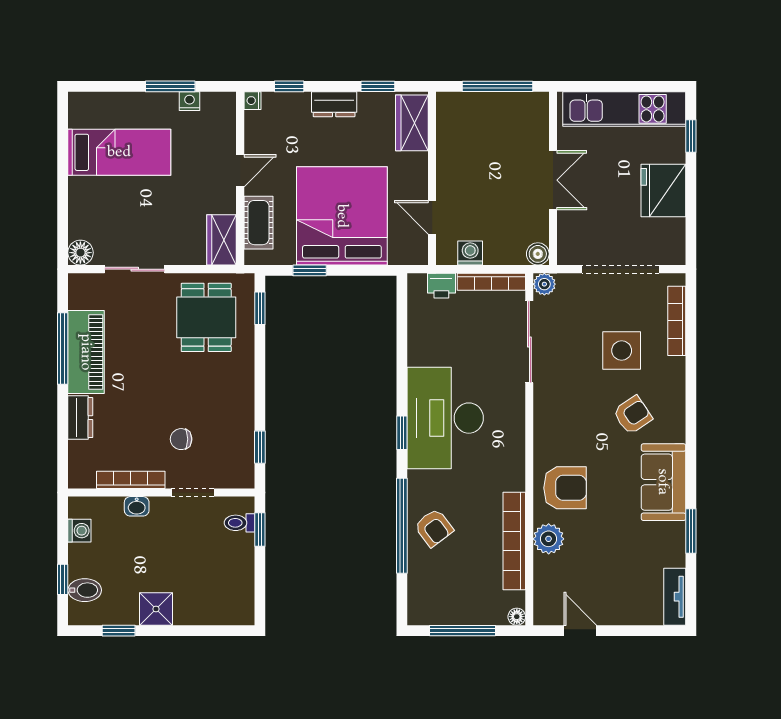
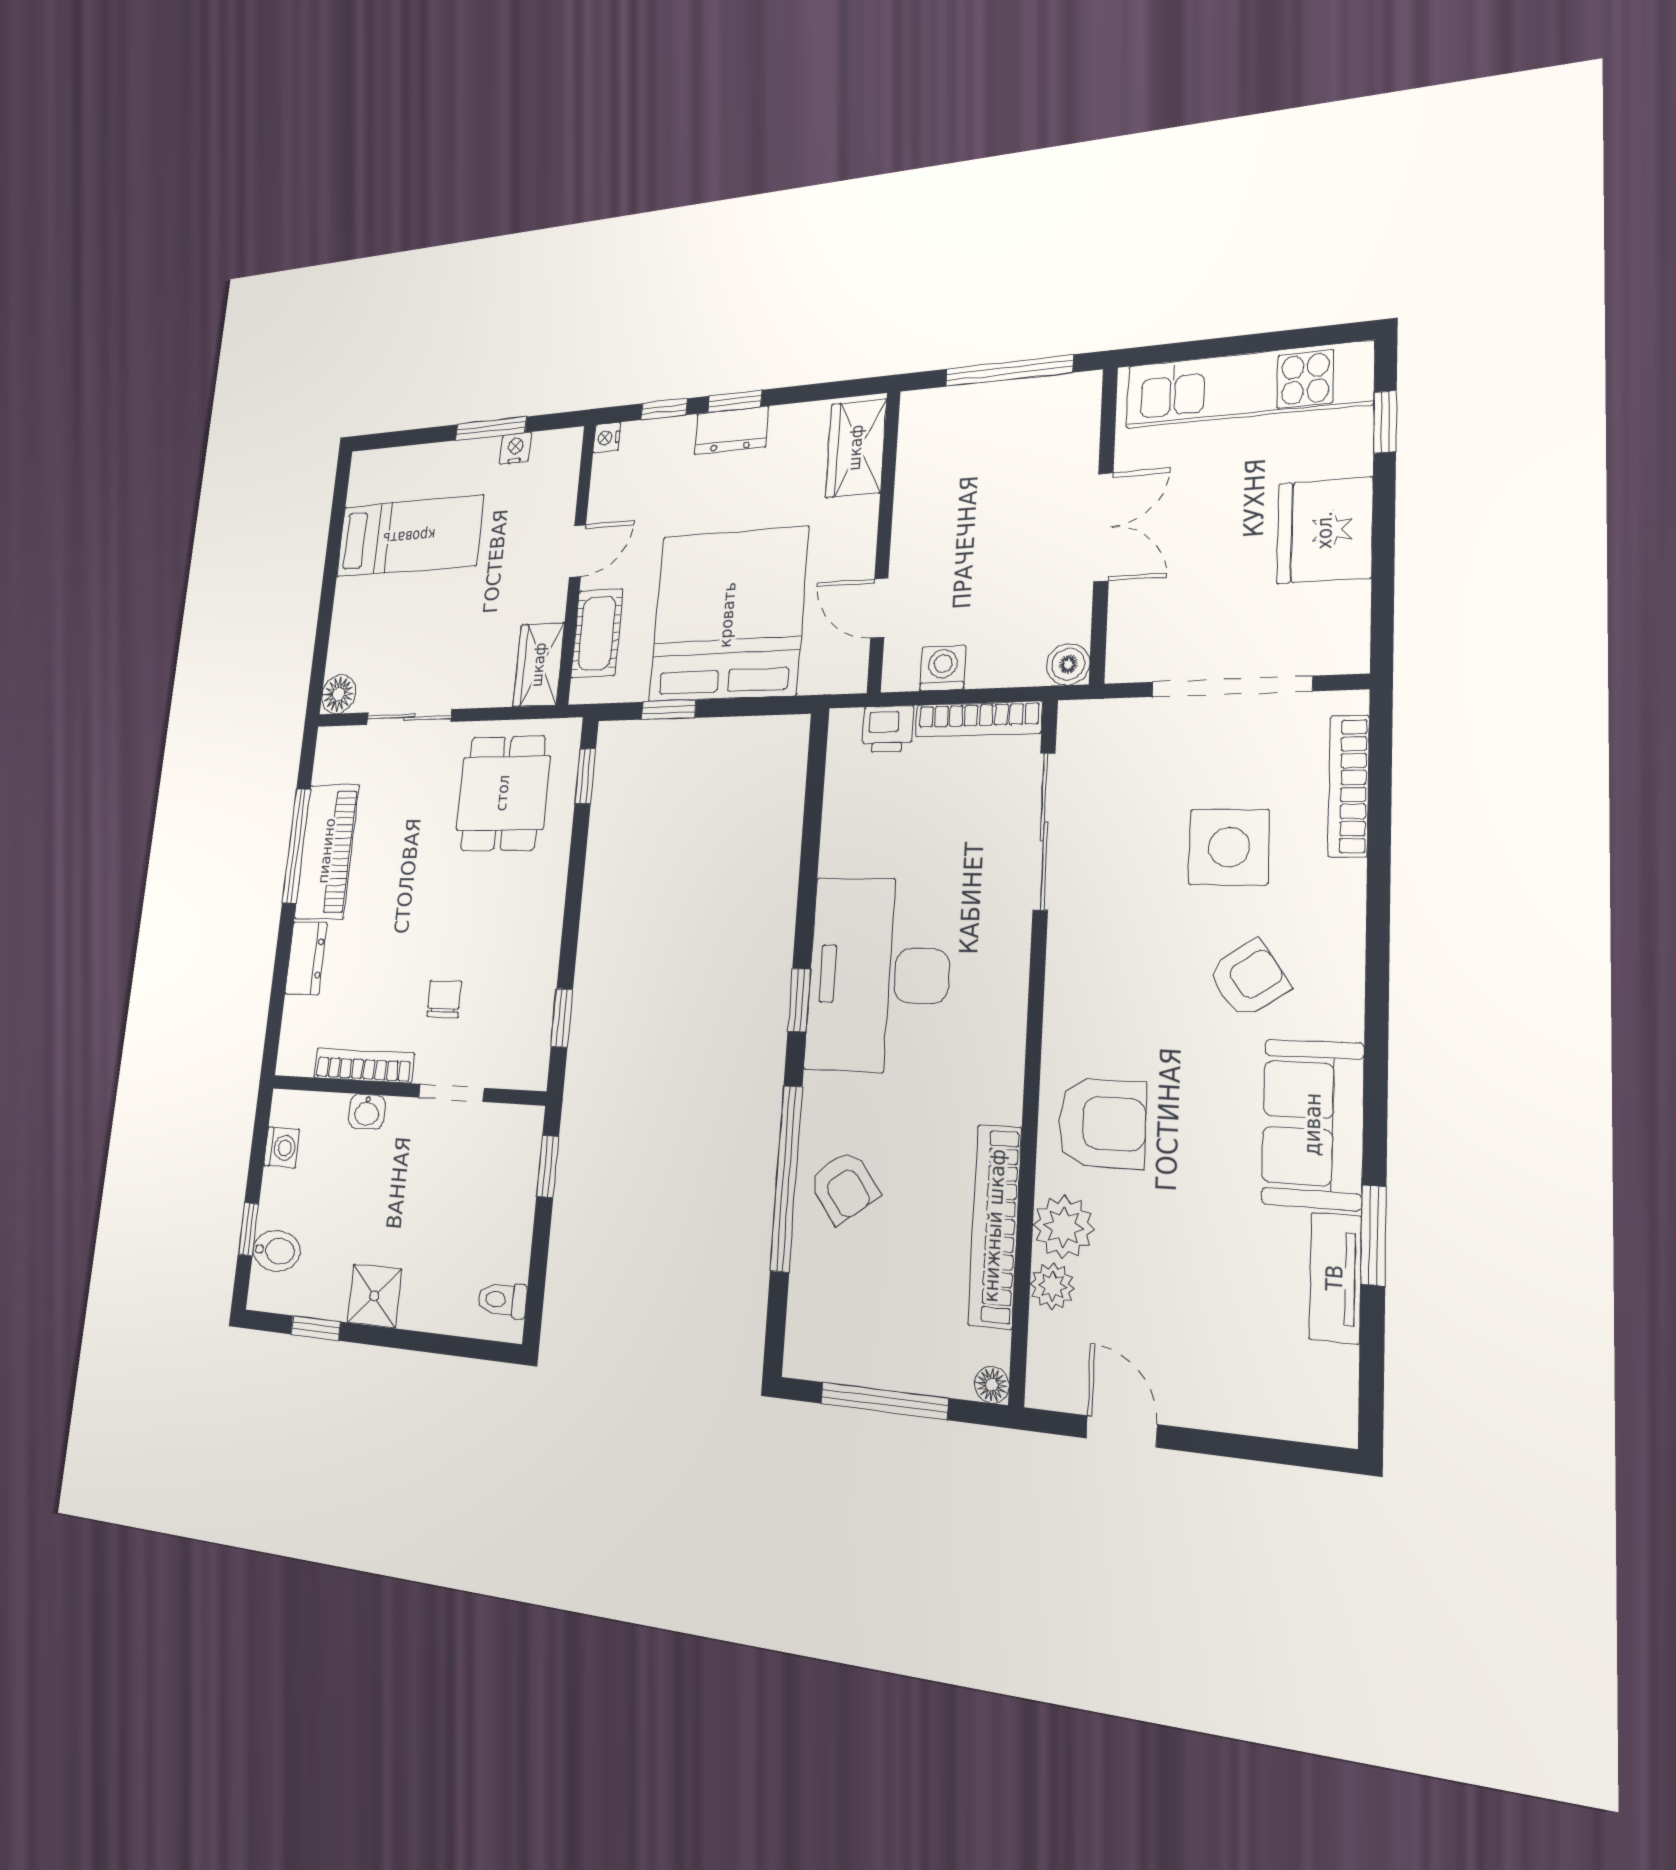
window: (378, 86) -> (735, 401), moved
plant: (544, 284) -> (1052, 1286), moved
chair: (181, 439) -> (444, 999), turned 90
toilet: (239, 523) -> (502, 1300), moved
tv unit: (675, 597) -> (1335, 1278), moved

